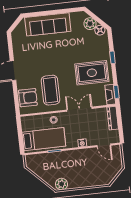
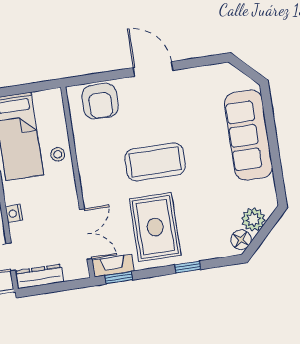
coffee table: (51, 90) -> (155, 162), moved
double door: (79, 109) -> (86, 234), moved
dresser: (113, 118) -> (39, 276), moved

